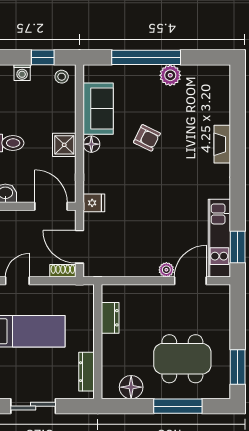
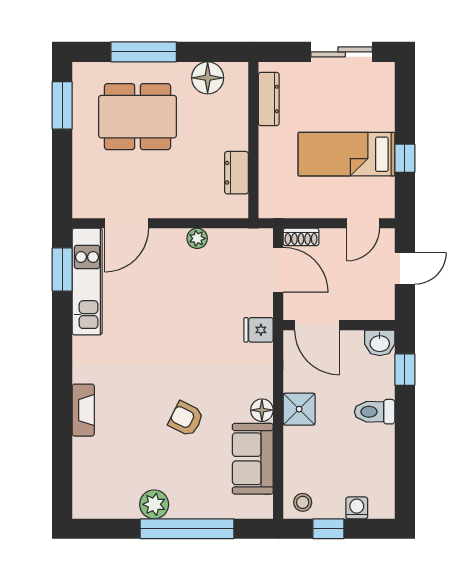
plant: (166, 270) -> (197, 238), moved

